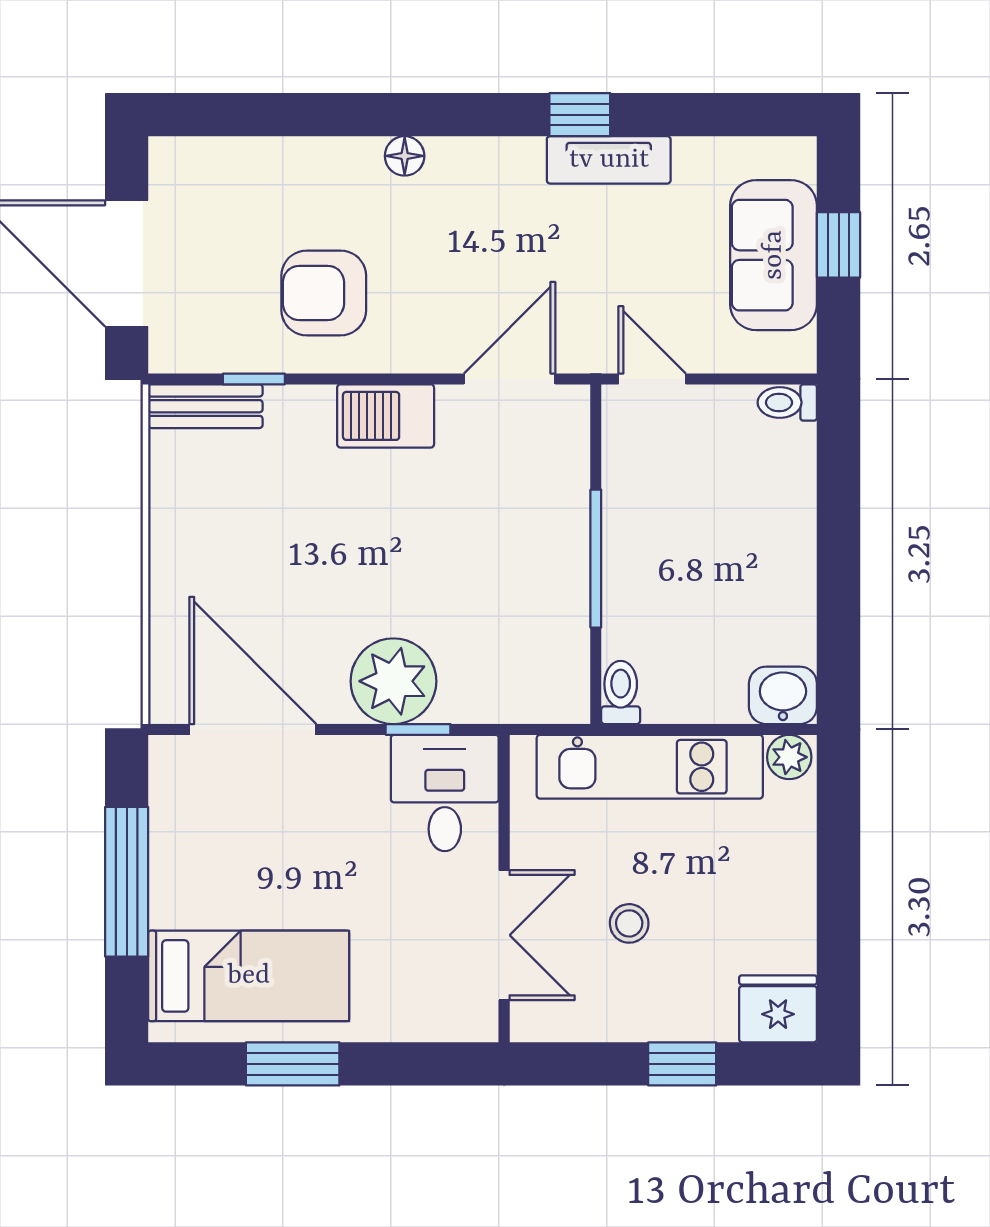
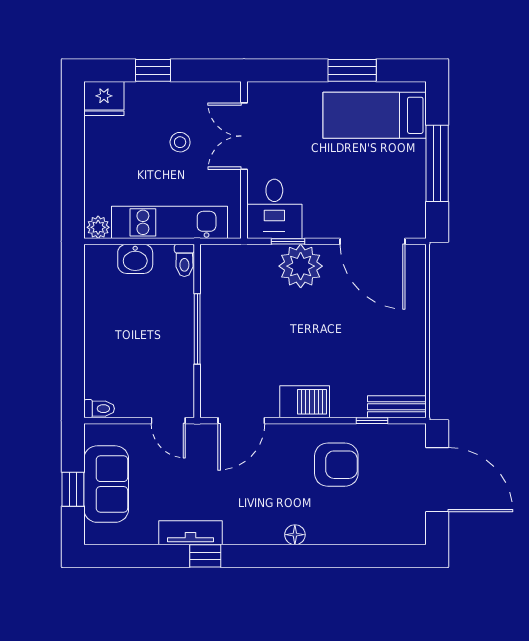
washbasin: (783, 695) -> (135, 259), moved

